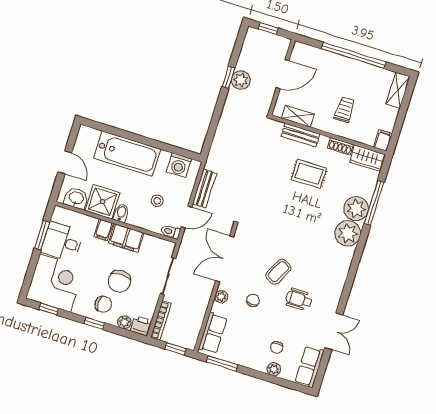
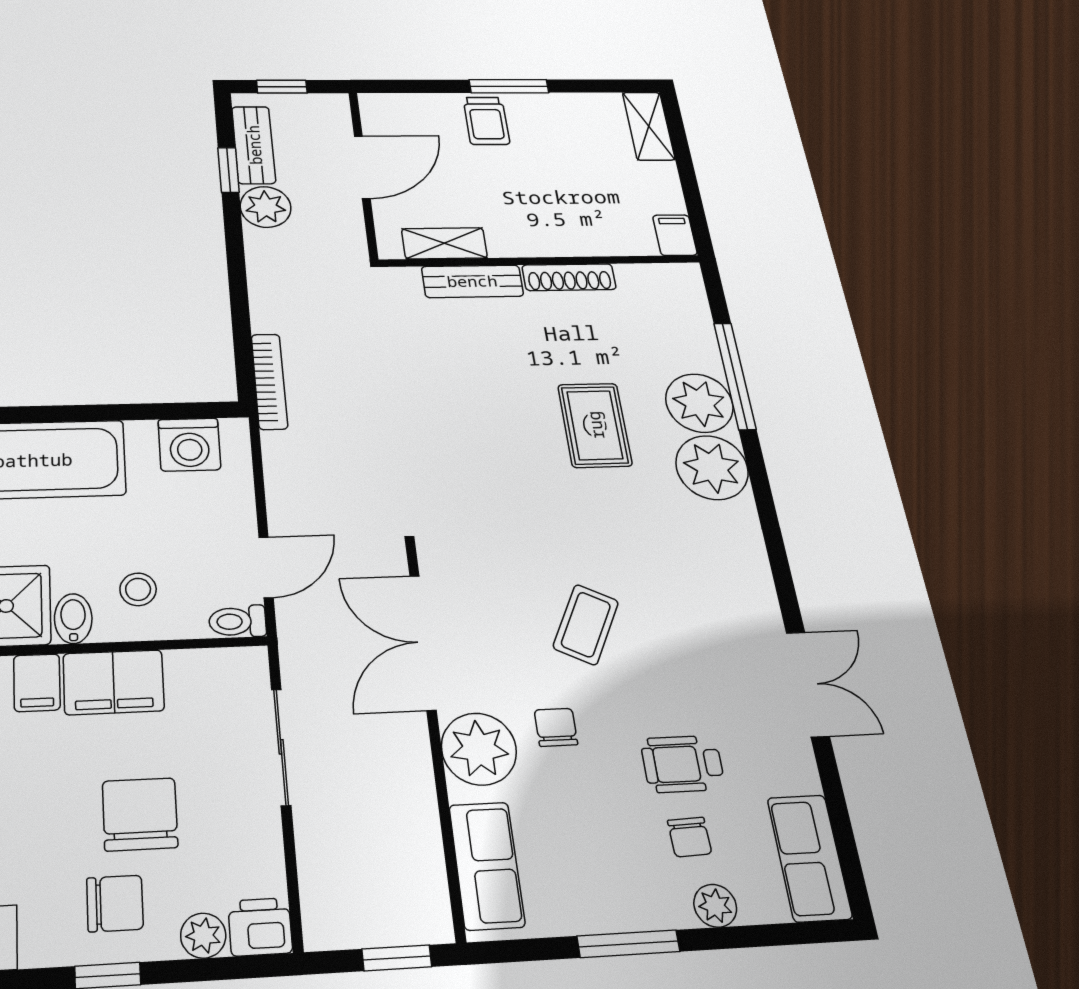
window: (354, 55) -> (509, 86), width x0.47
window: (228, 77) -> (228, 170), moved
trolley: (345, 110) -> (486, 121), moved, turned 180
shoe rack: (340, 146) -> (569, 277), width x1.43
wardrobe: (367, 158) -> (660, 283), removed
rug: (309, 174) -> (595, 425), moved, turned 90
bench: (204, 189) -> (254, 145), moved
stool: (157, 201) -> (138, 589), moved
chair: (119, 281) -> (140, 814), turned 180
plant: (221, 297) -> (479, 749), width x1.88, depth x1.88
wheelchair: (299, 299) -> (683, 764), moved
bookcase: (161, 320) -> (269, 381), moved
double door: (334, 331) -> (808, 684), moved
window: (222, 363) -> (628, 944), moved

